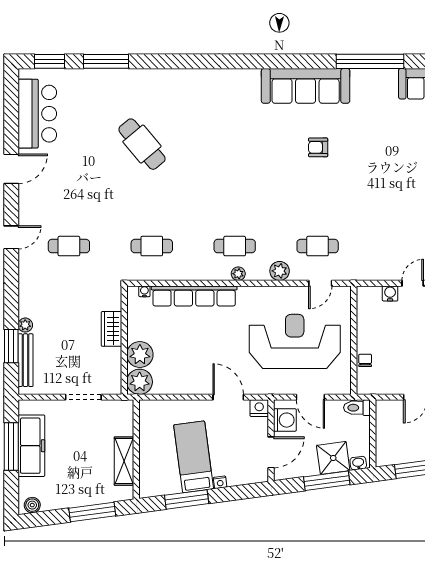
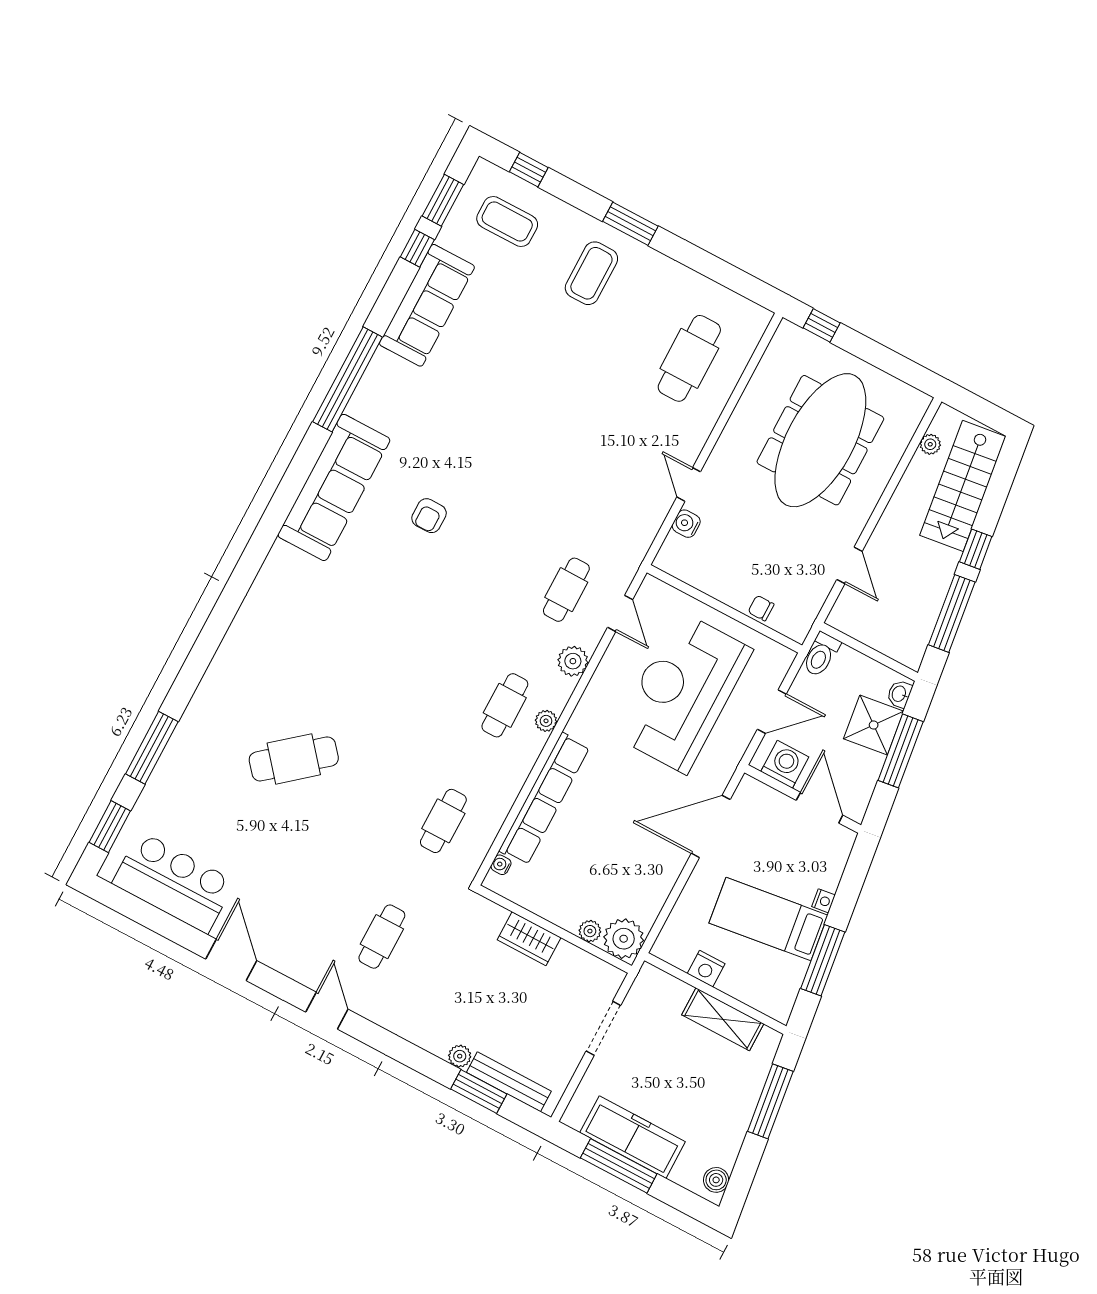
plant: (140, 355) -> (590, 931), width x0.53, depth x0.53
door: (228, 397) -> (711, 826), width x1.36
nightstand: (259, 408) -> (706, 969), moved, turned -90

